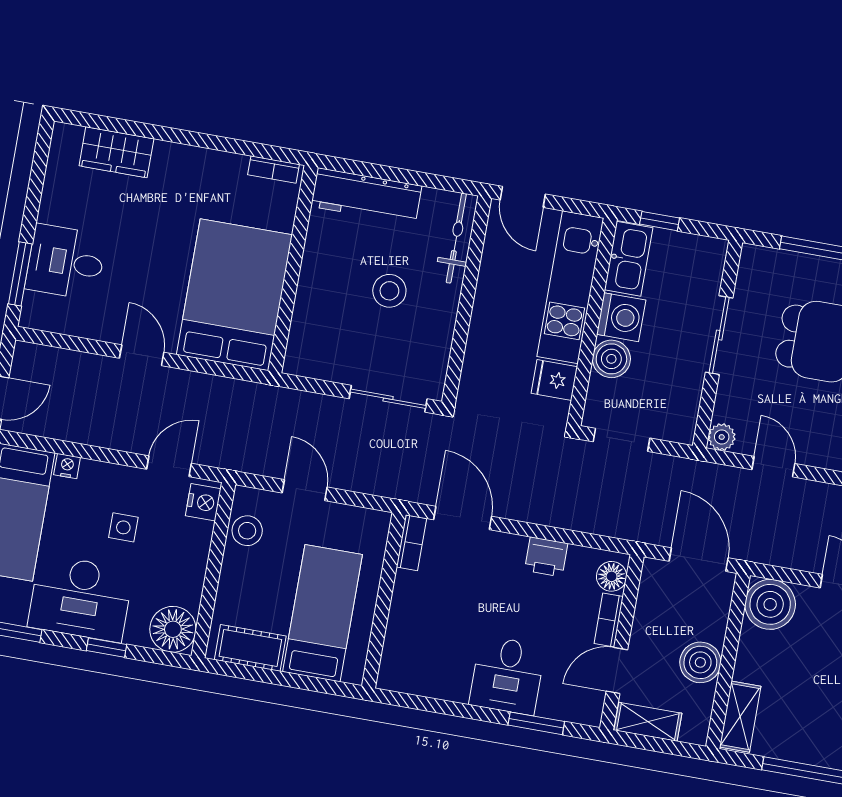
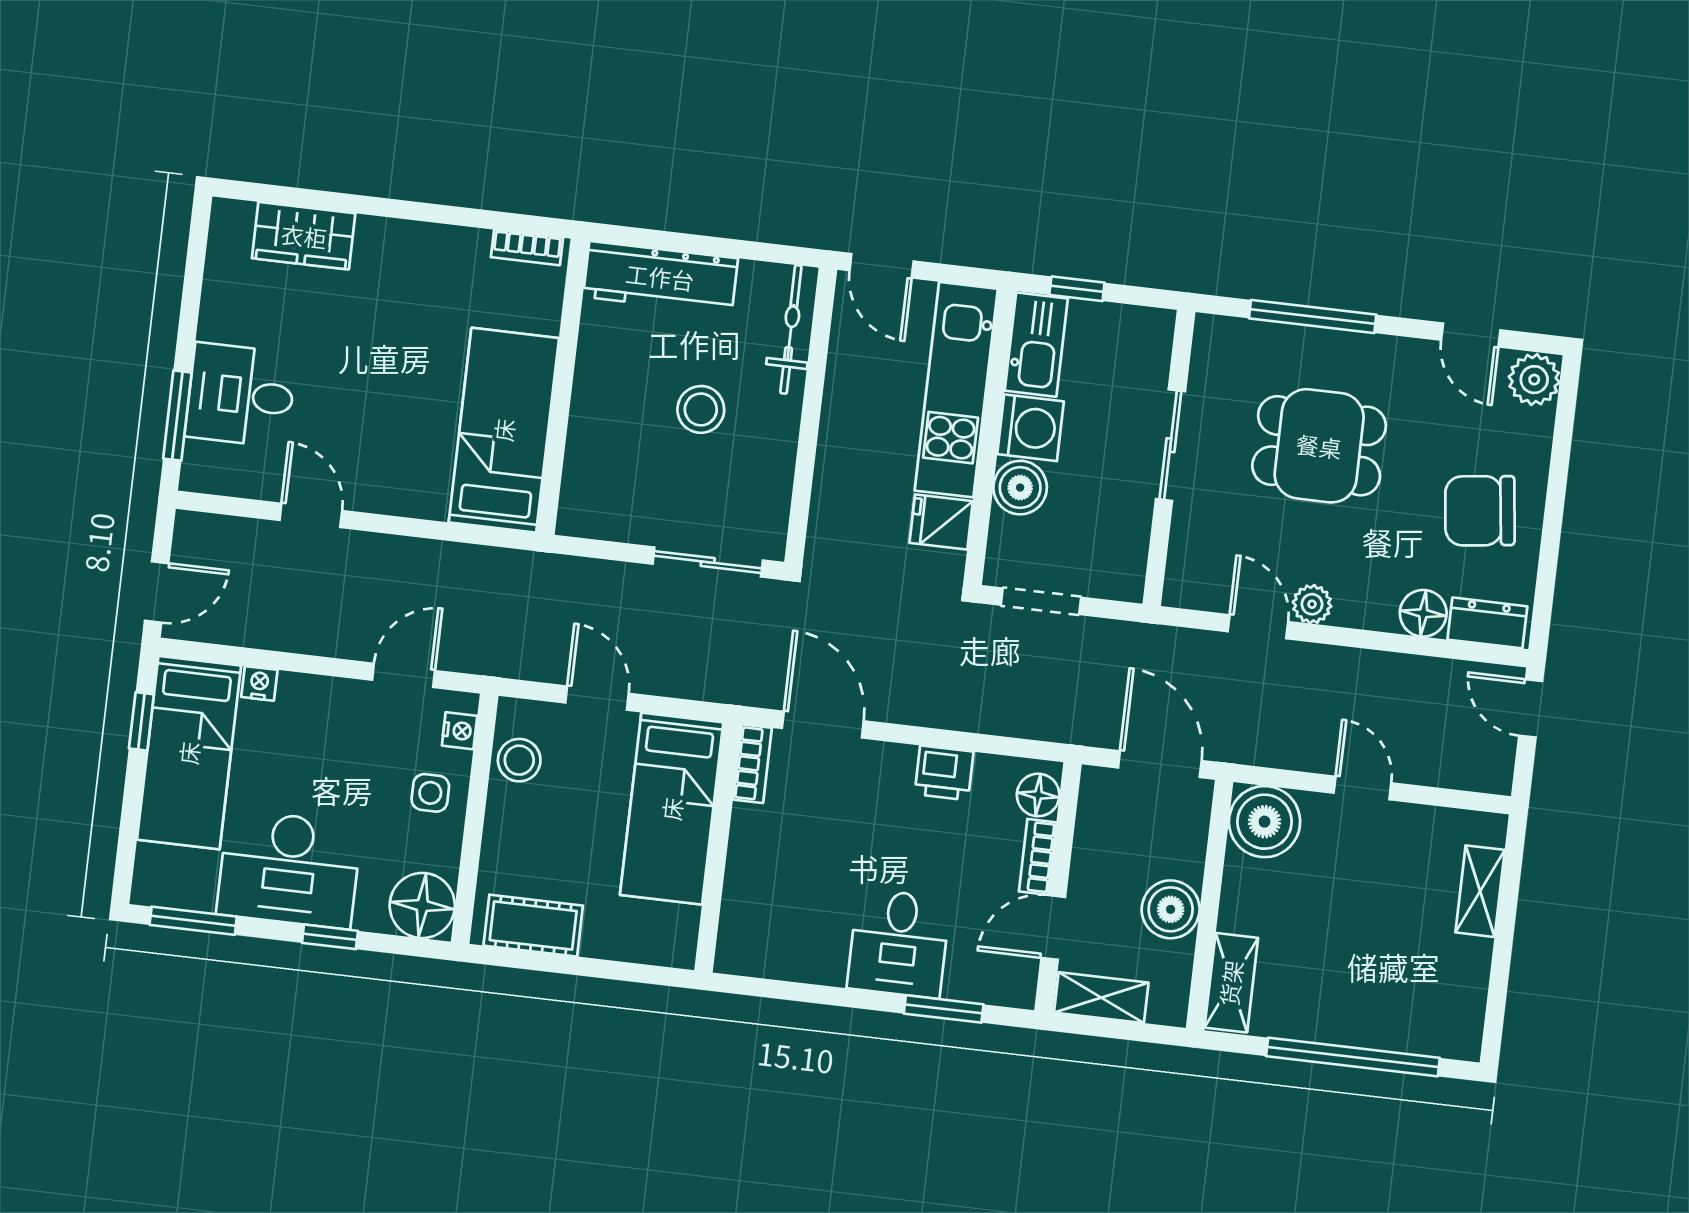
bed: (234, 295) -> (504, 430), width x0.67
door: (142, 355) -> (311, 515), moved
plant: (722, 437) -> (1312, 604), moved
nightstand: (203, 502) -> (460, 731), width x0.72, depth x0.74
side table: (123, 527) -> (430, 793), moved
bed: (322, 613) -> (672, 809), moved, turned 180

